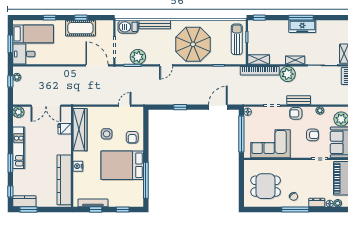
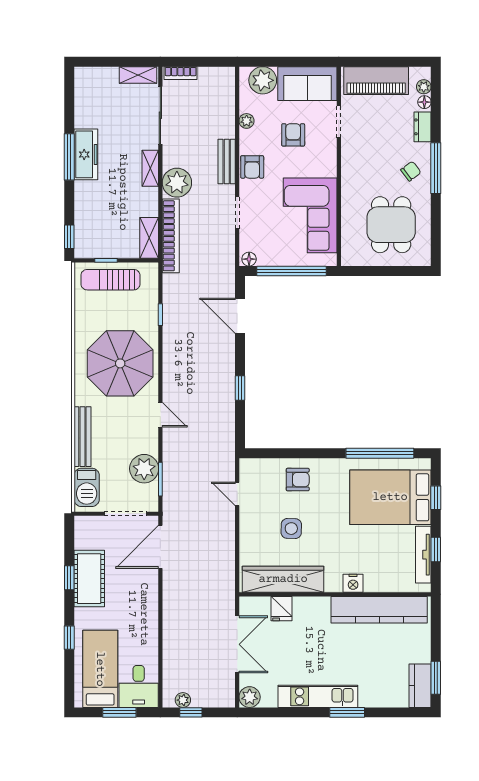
bed: (122, 165) -> (390, 497), moved, turned 90
window: (10, 191) -> (401, 712), removed

